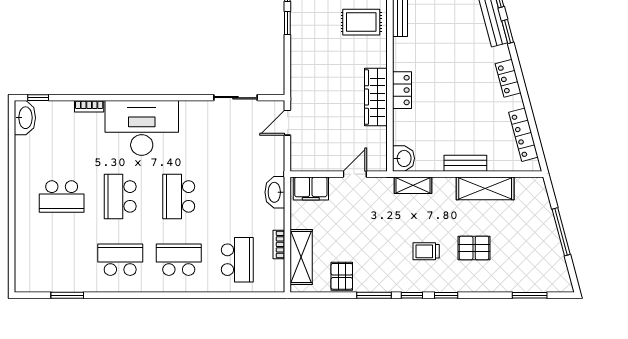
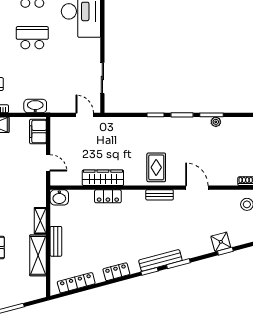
shelving: (413, 185) -> (40, 221), moved

